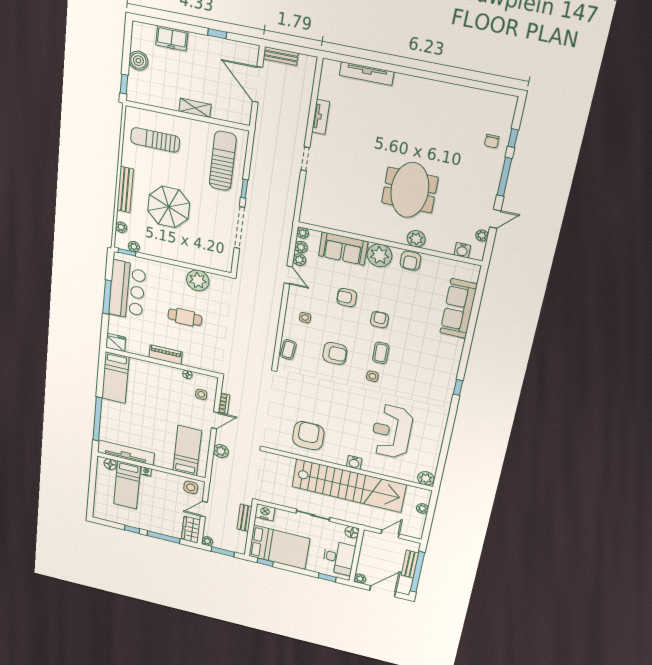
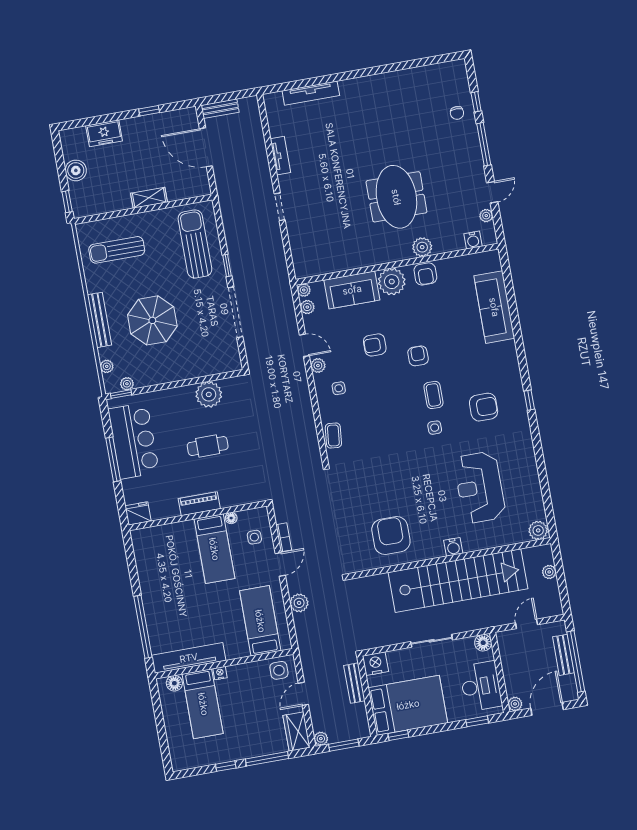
plant: (299, 260) -> (318, 366), moved
armchair: (335, 353) -> (484, 407), moved
bed: (115, 378) -> (214, 549), moved

